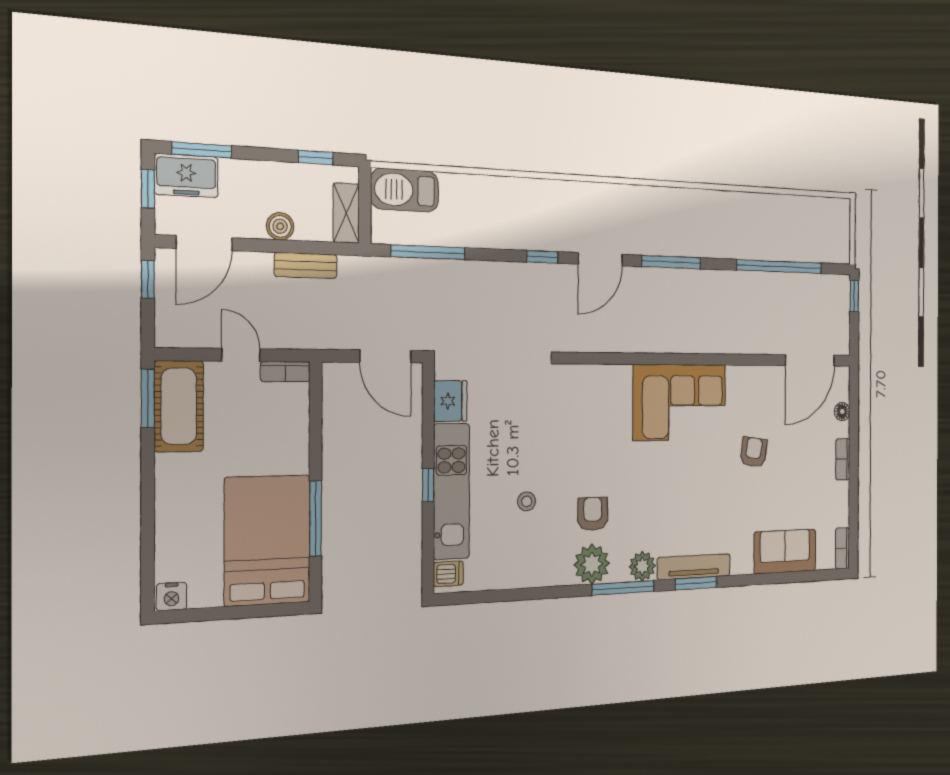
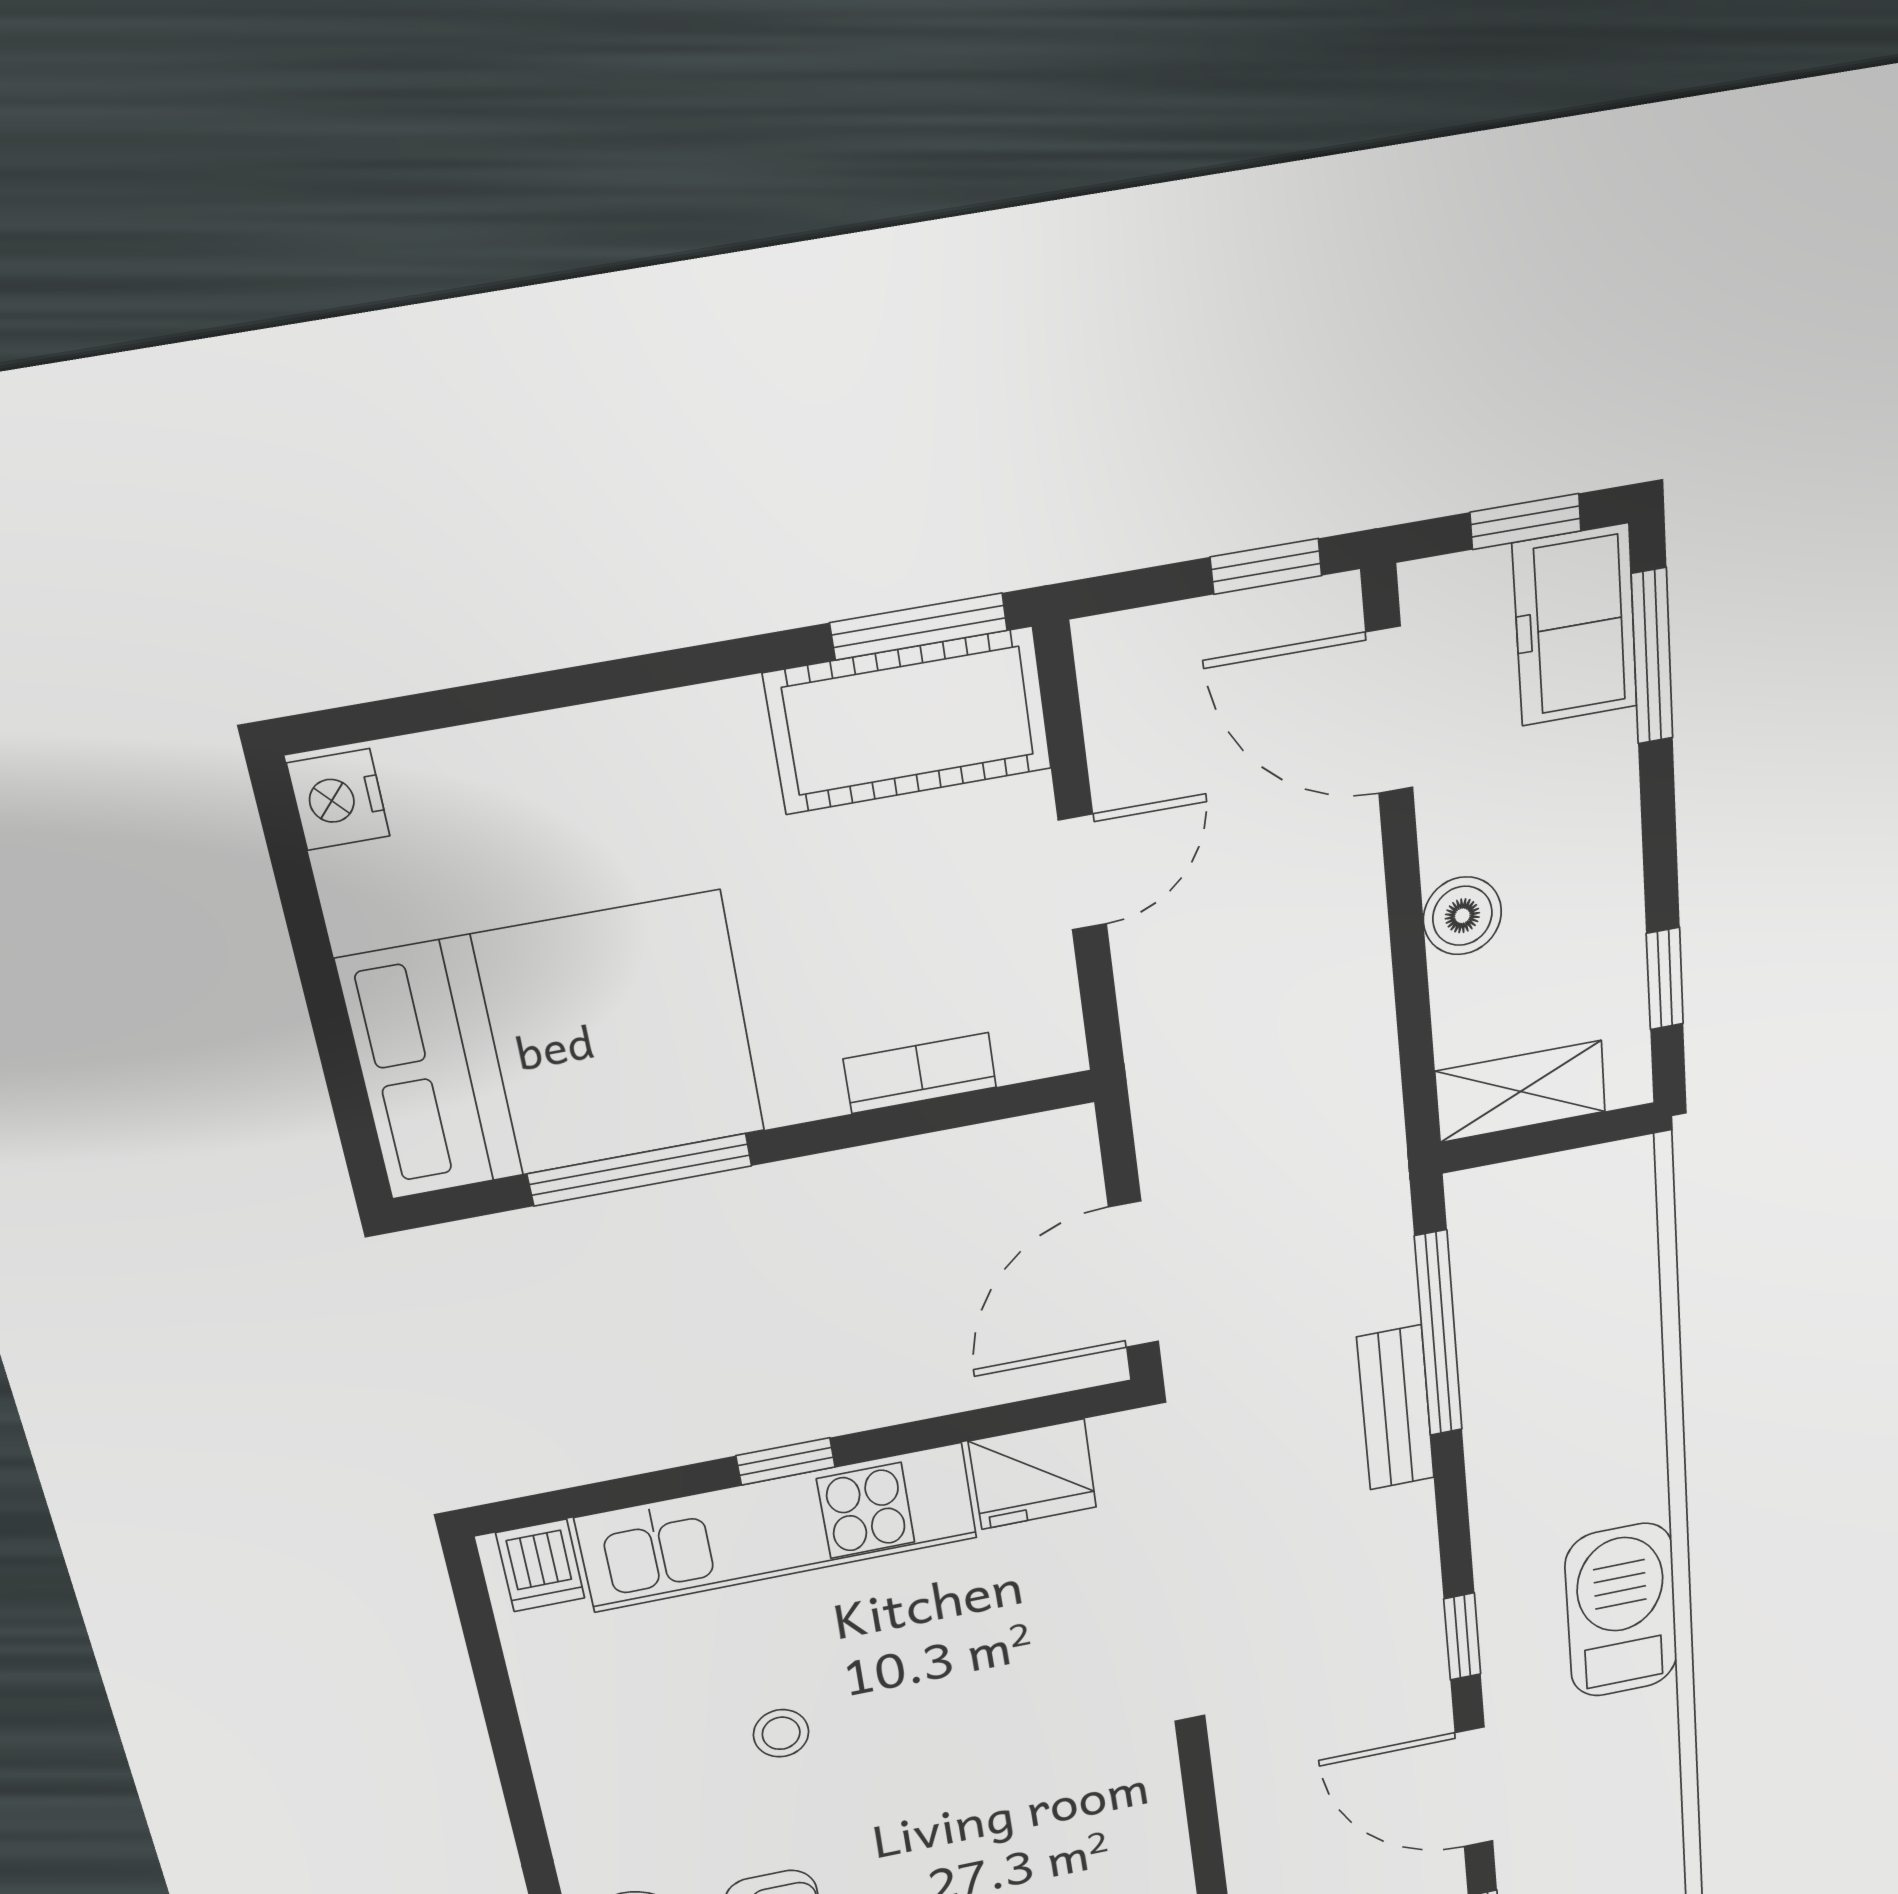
barbecue: (405, 190) -> (1621, 1610), moved
bench: (306, 265) -> (1396, 1408), moved
bookcase: (285, 372) -> (920, 1073), moved, turned 90

